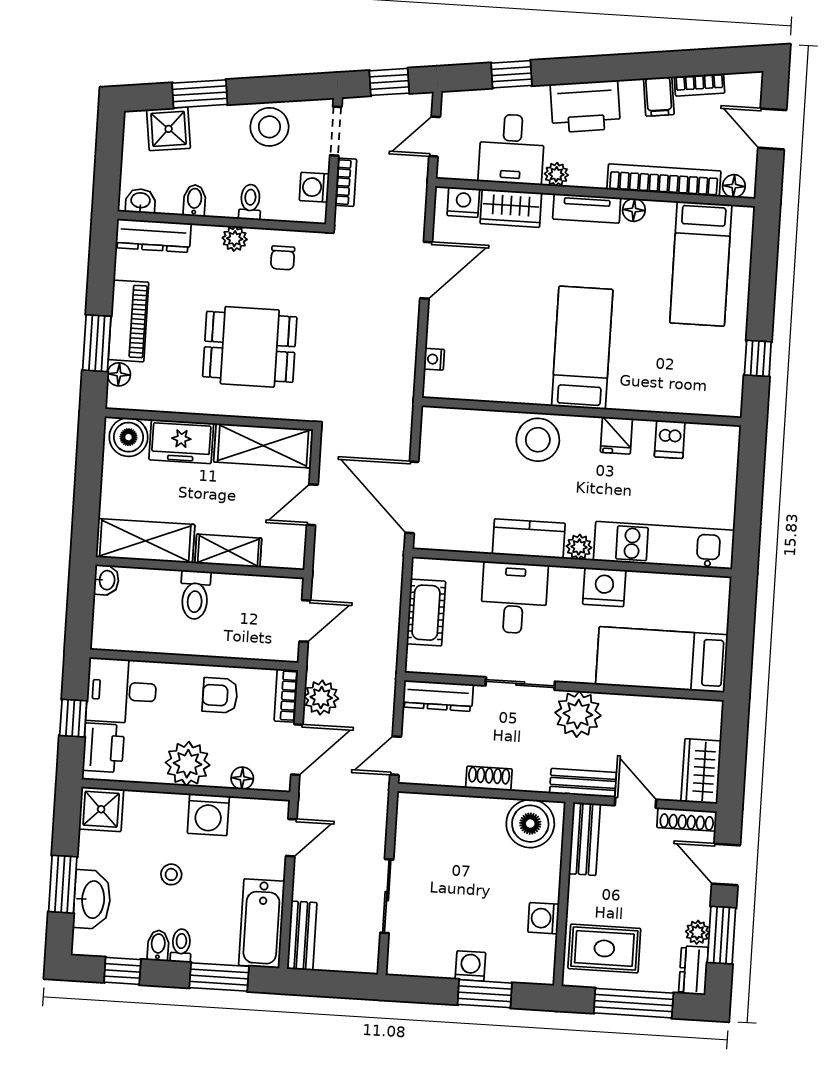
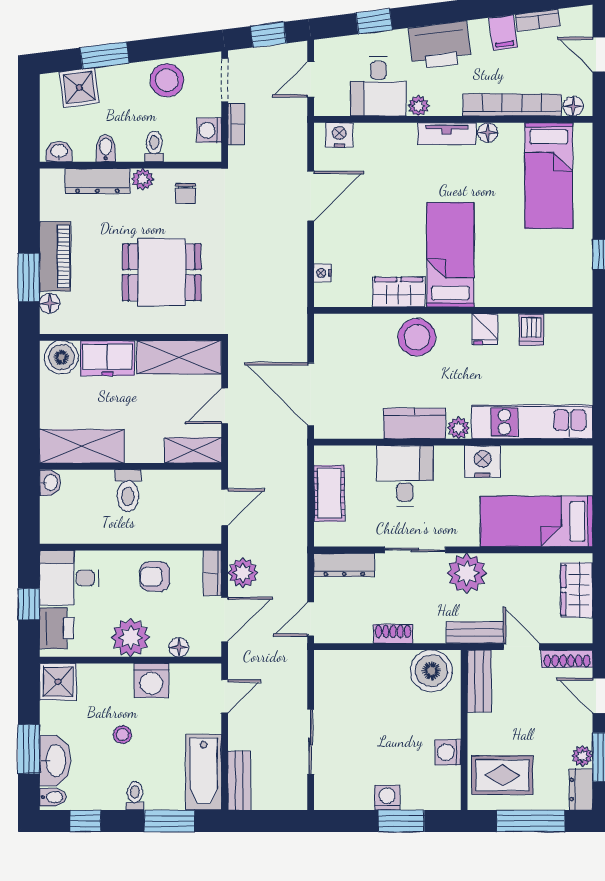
wardrobe: (511, 208) -> (399, 292), moved, turned 180
dresser: (153, 236) -> (97, 181), moved
shelving: (228, 551) -> (193, 450), moved
wardrobe: (701, 771) -> (577, 590), moved
bidet: (158, 946) -> (53, 797), moved, turned 90

